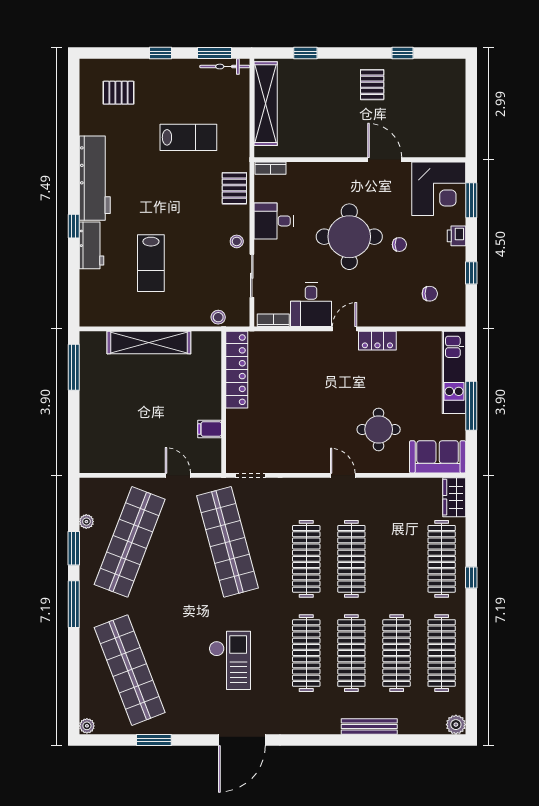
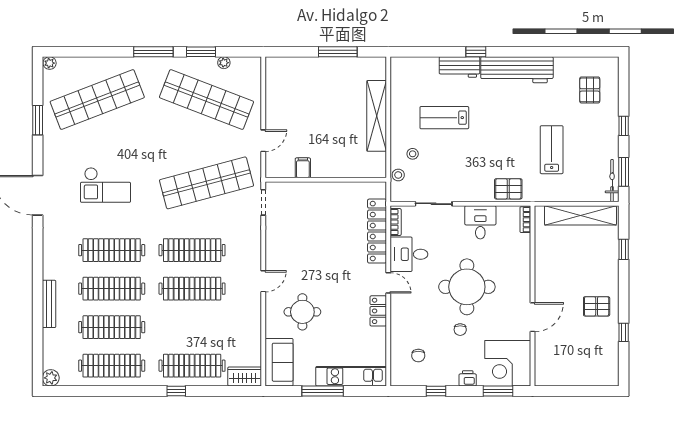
lab bench: (188, 137) -> (552, 150), turned 180
stool: (237, 241) -> (413, 154), moved
window: (74, 367) -> (338, 52), moved
locker: (237, 370) -> (377, 231), moved, turned 90

